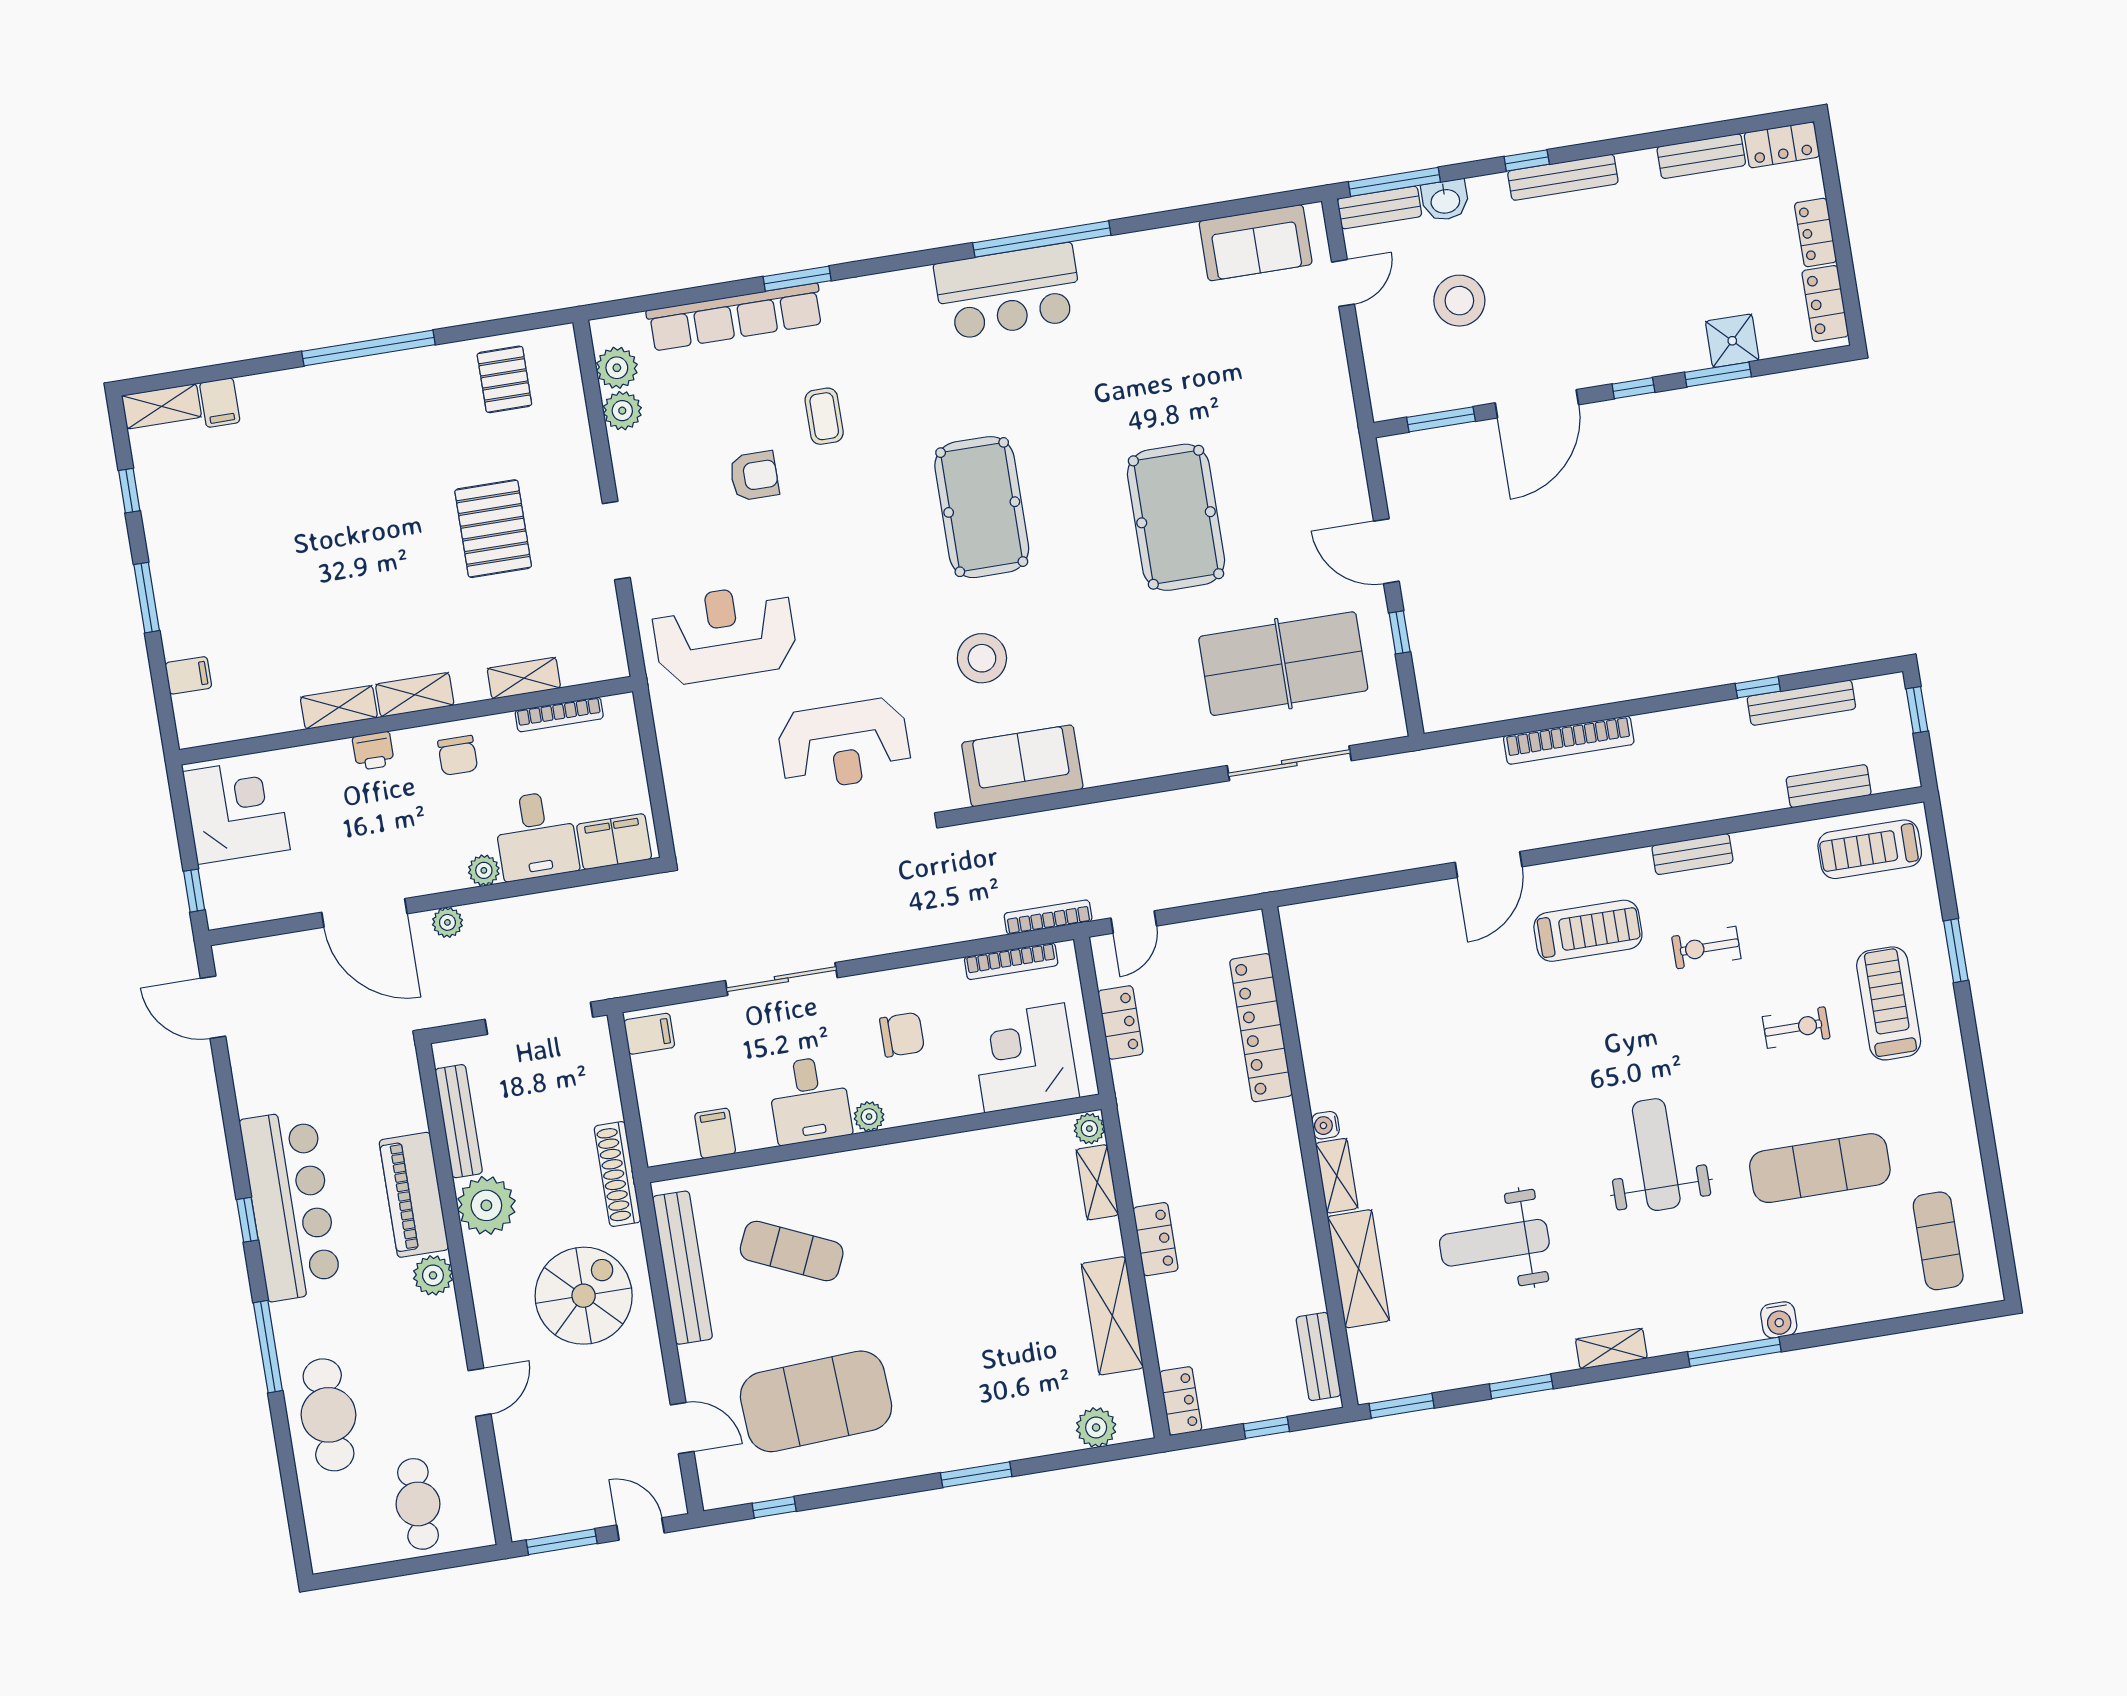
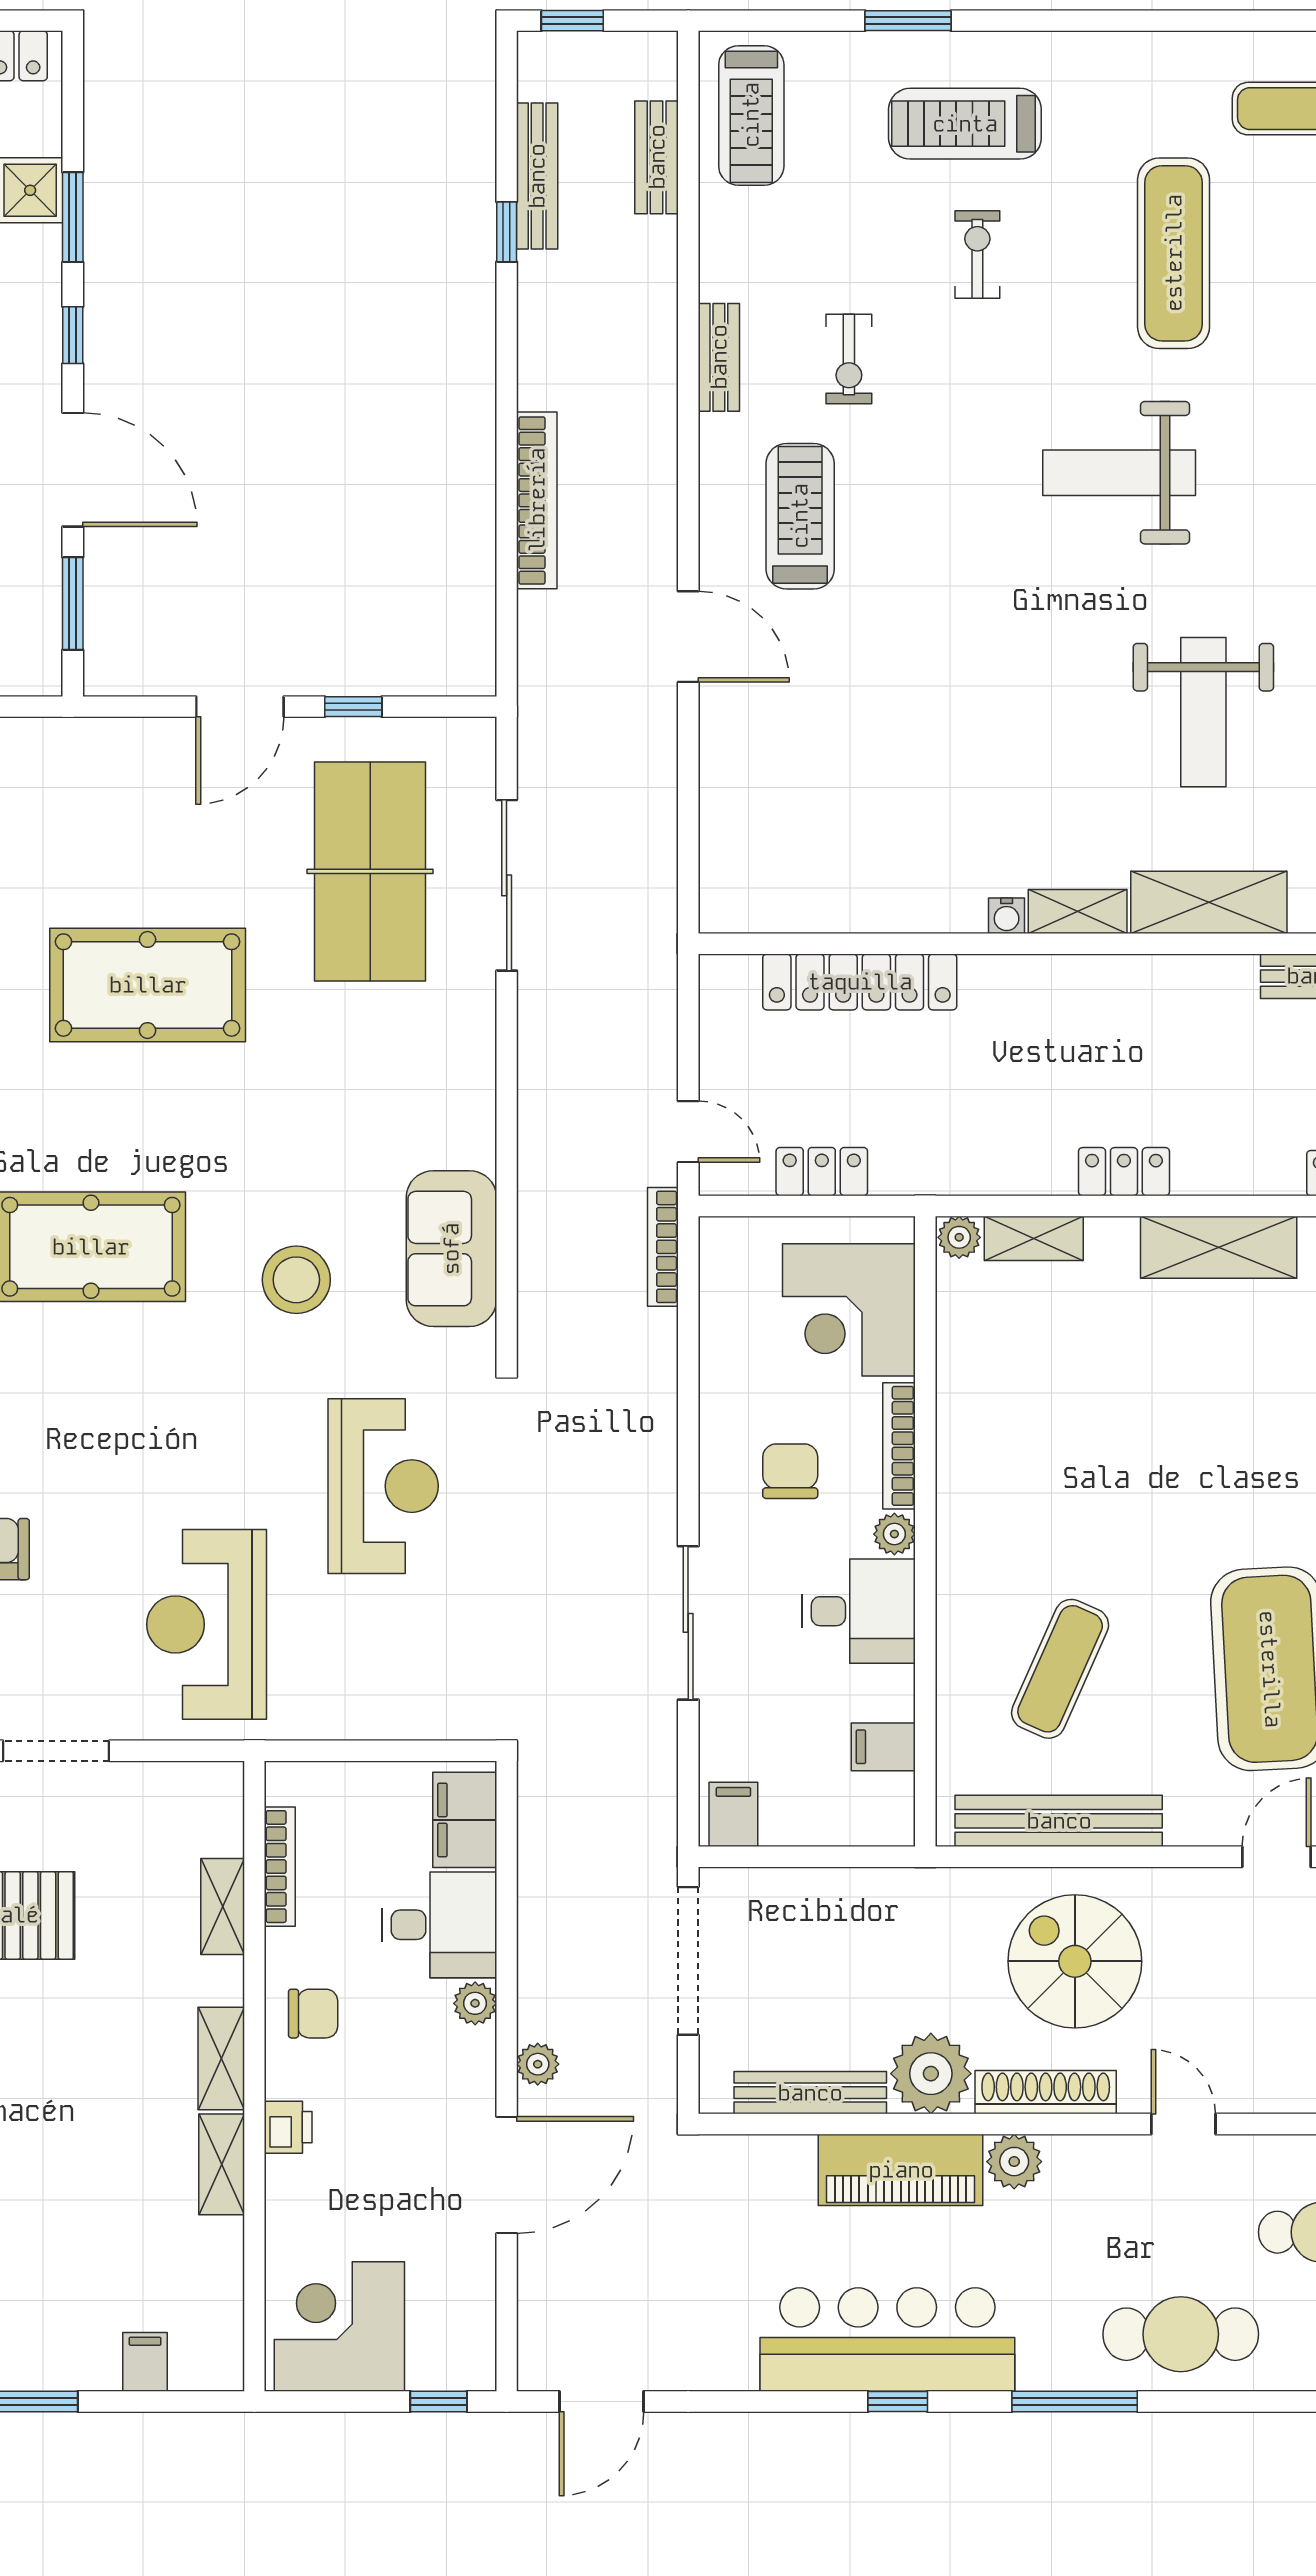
bookcase: (1011, 961) -> (899, 1446), moved, turned 180
shoe rack: (617, 1174) -> (1046, 2092), moved, turned 180

